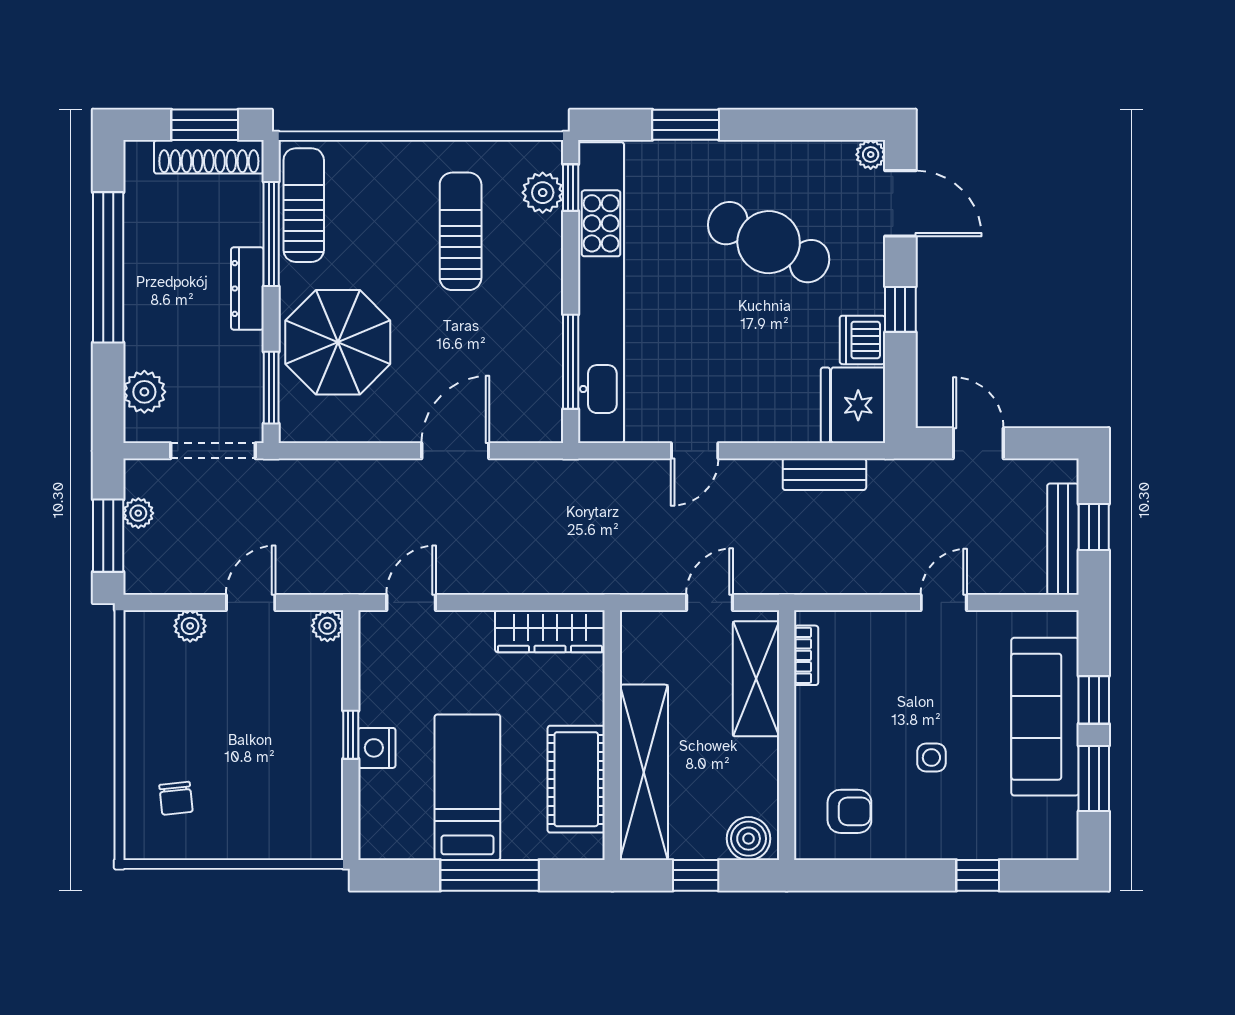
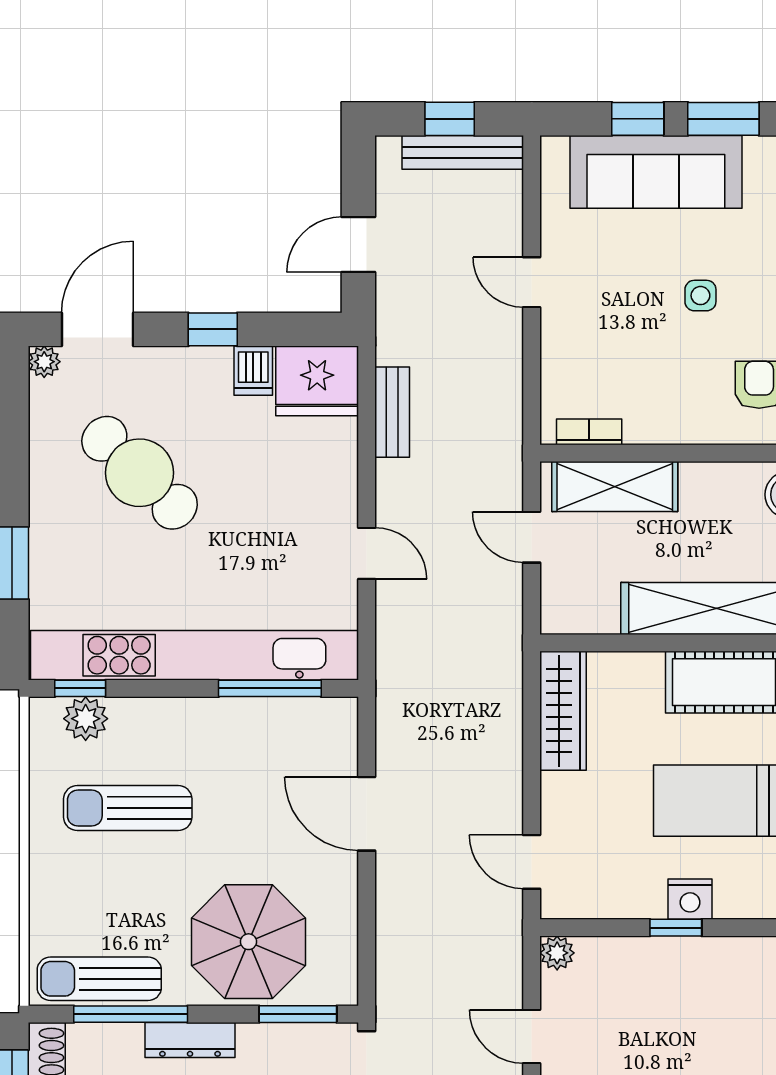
cafe table: (769, 242) -> (140, 473), turned -71
dishwasher: (862, 340) -> (253, 371), width x0.73

